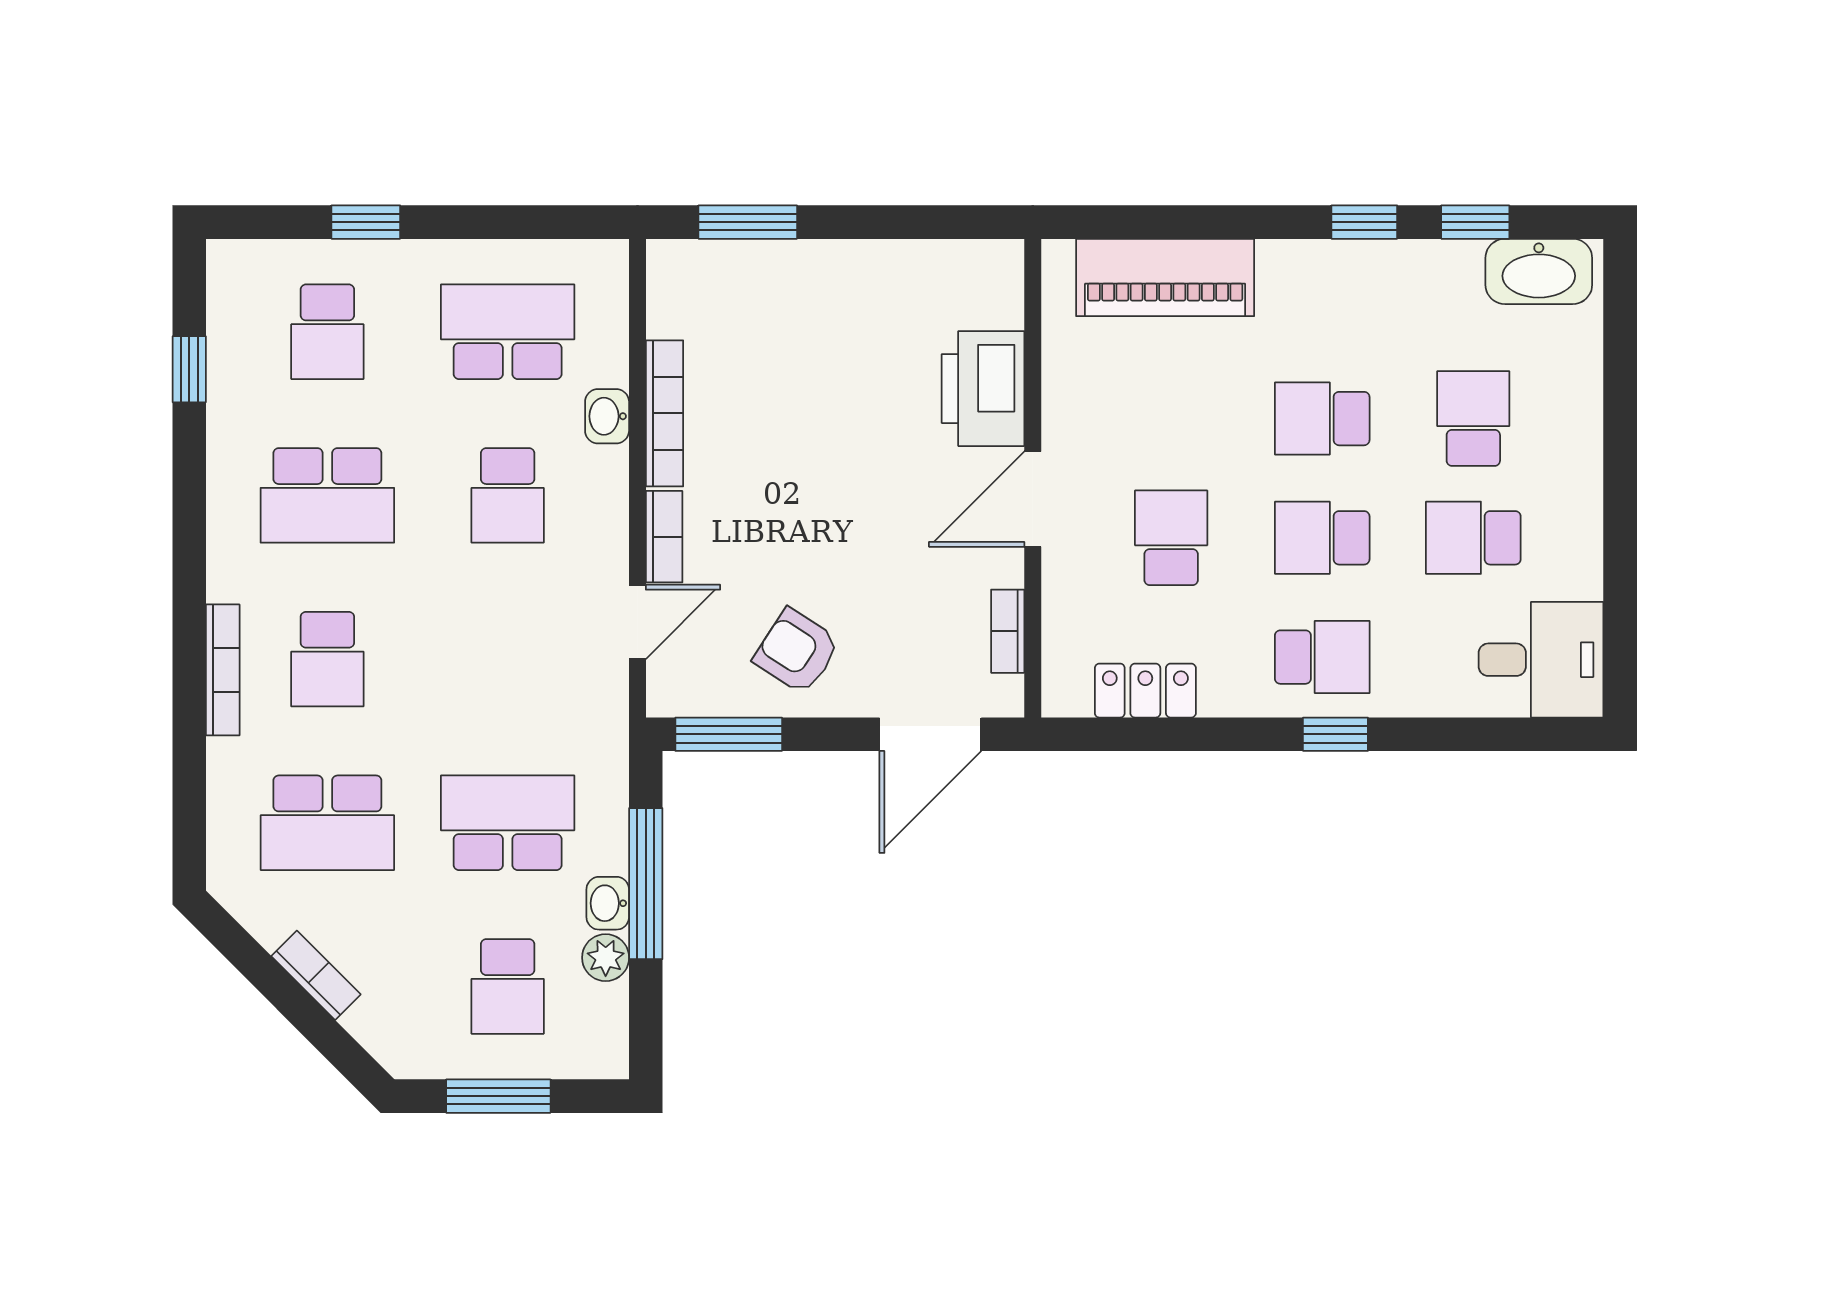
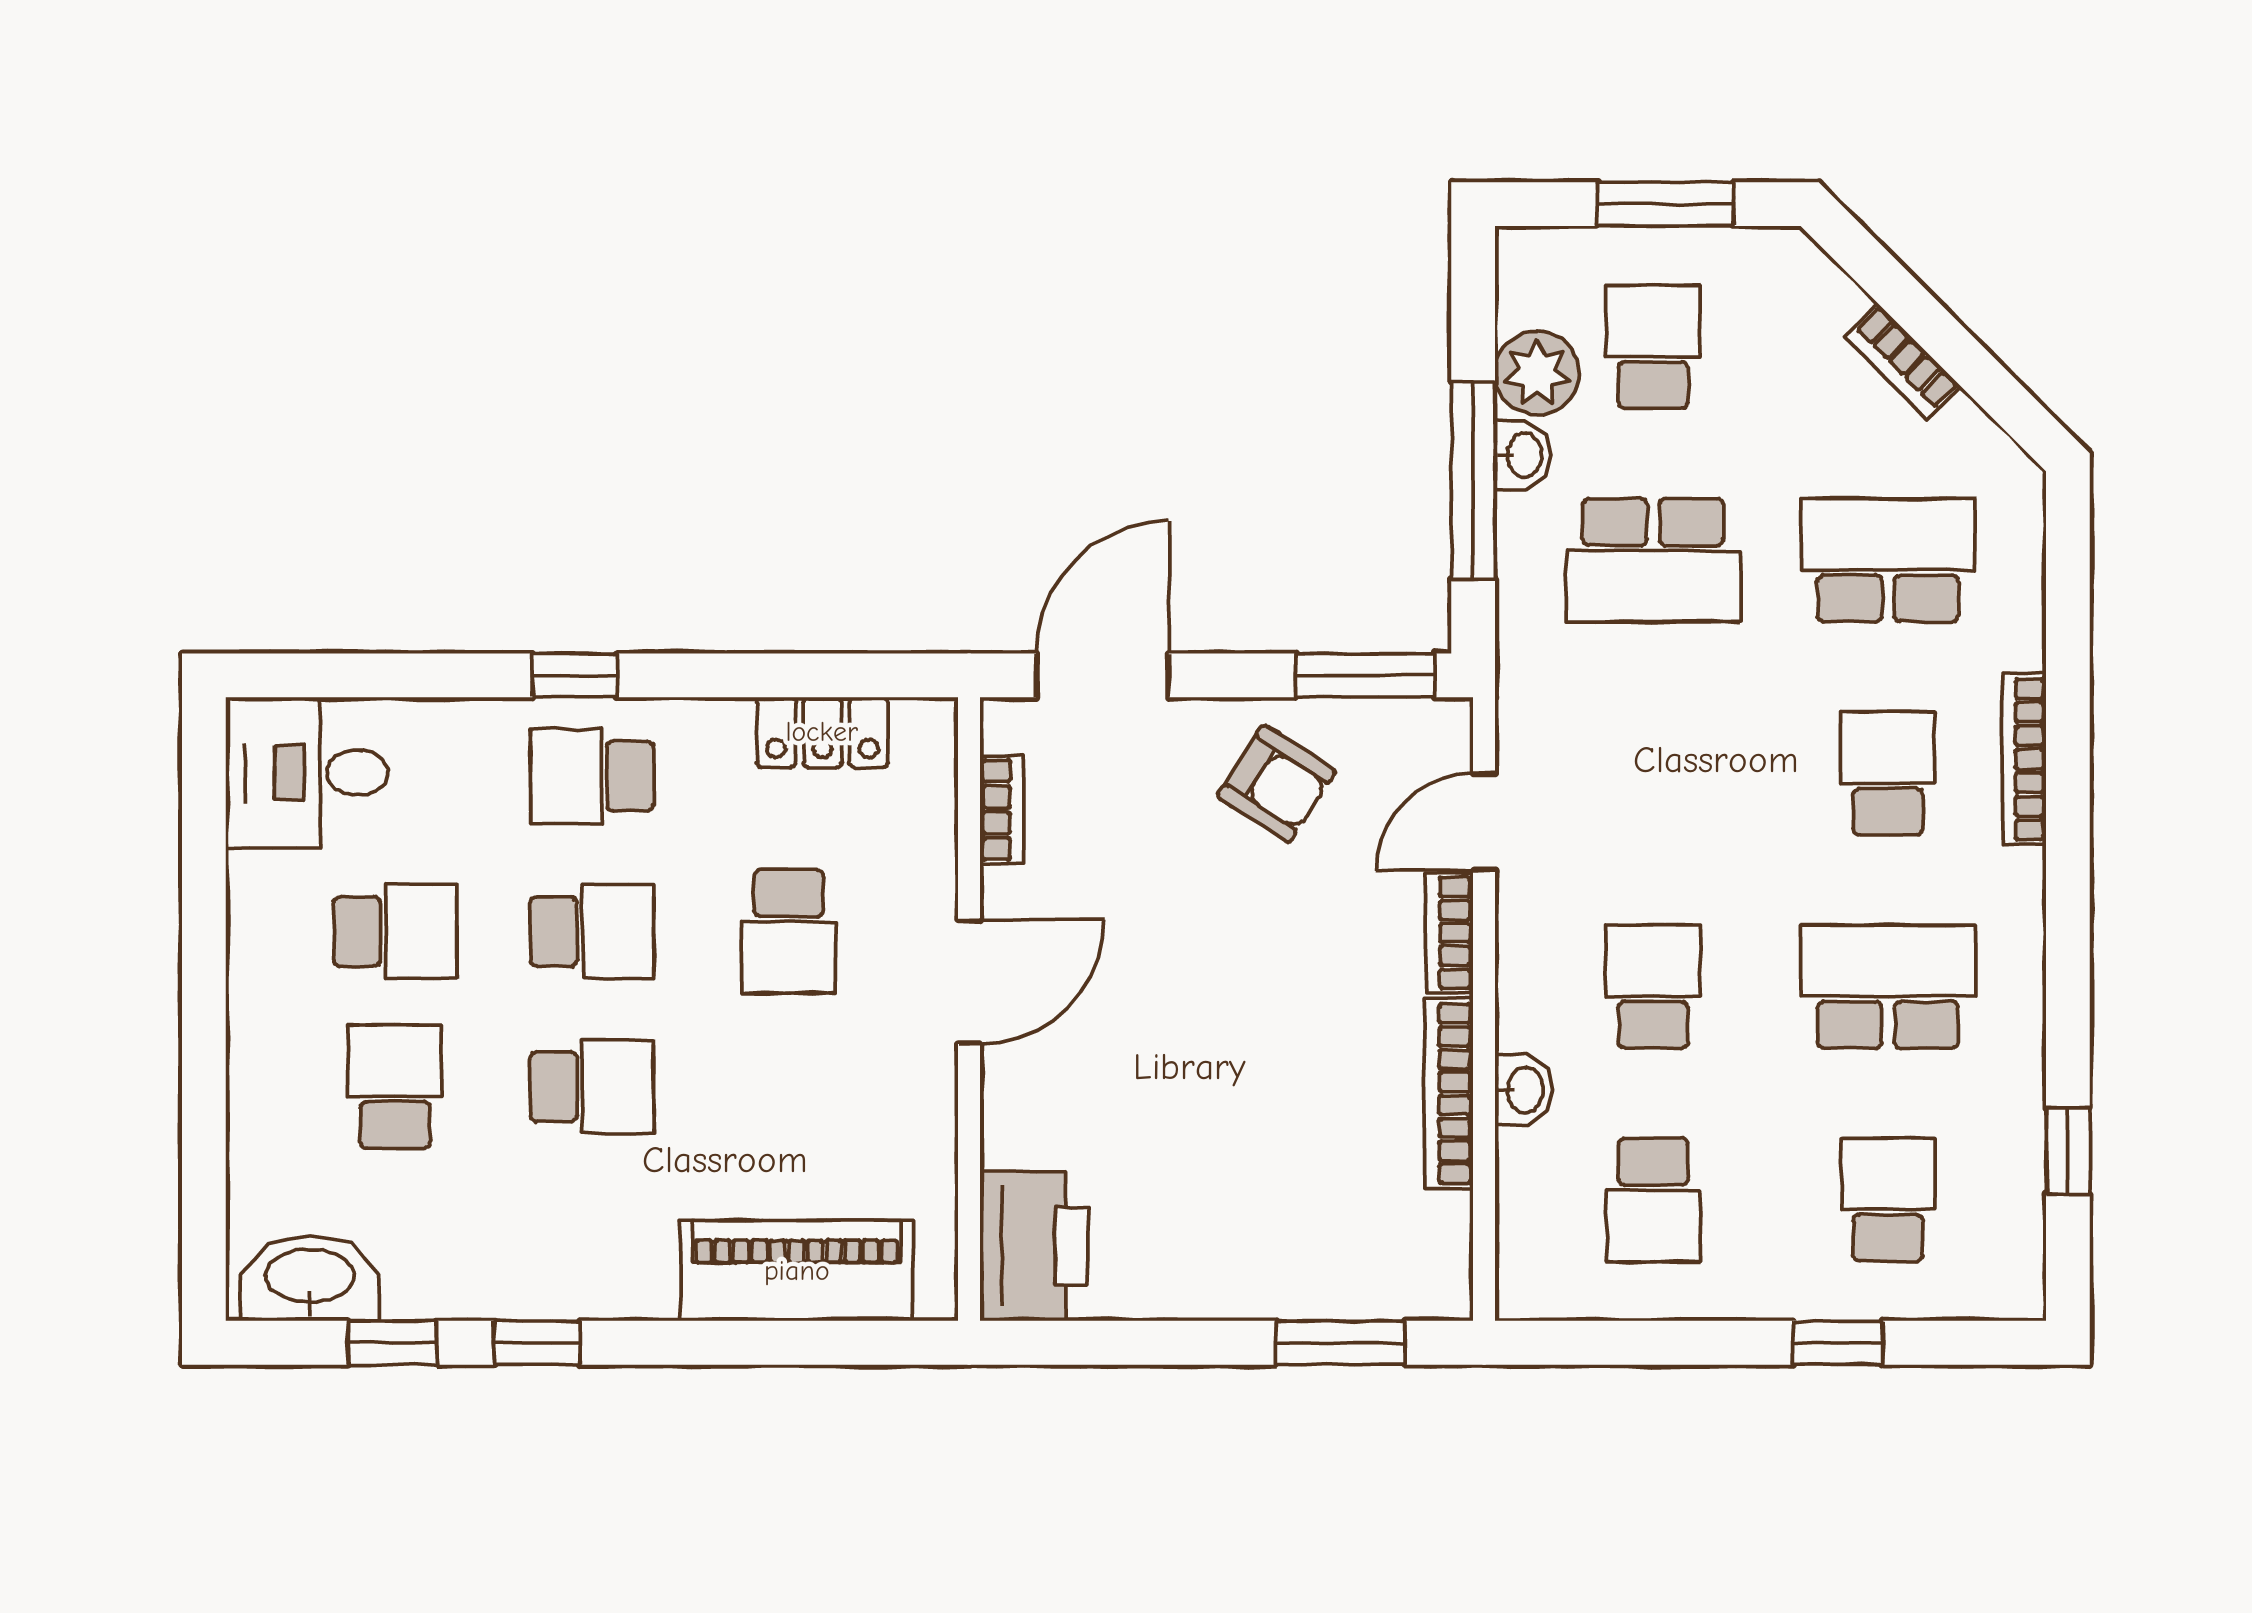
school desk: (508, 332) -> (1653, 1200), width x0.54
printer: (983, 389) -> (1034, 1246), moved
school desk: (1473, 419) -> (395, 1087), turned 180
plant: (606, 958) -> (1537, 373), width x1.38, depth x1.38

